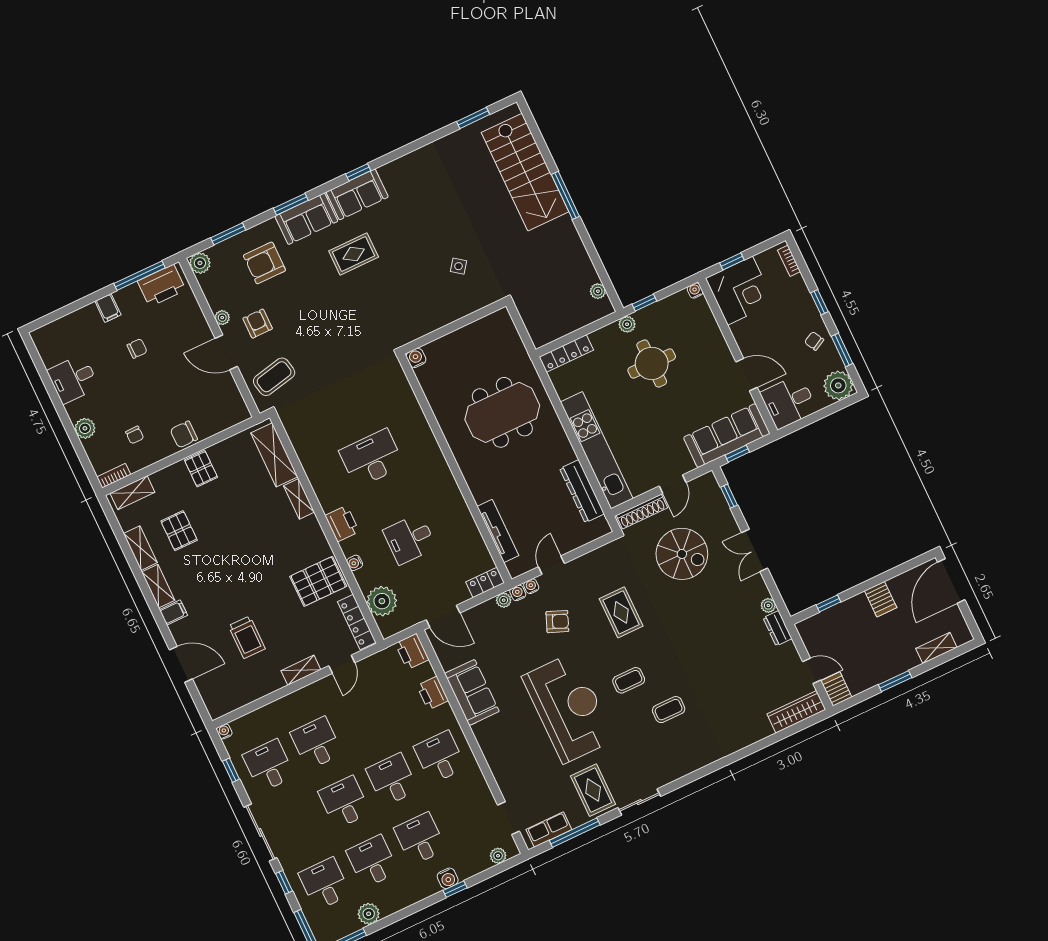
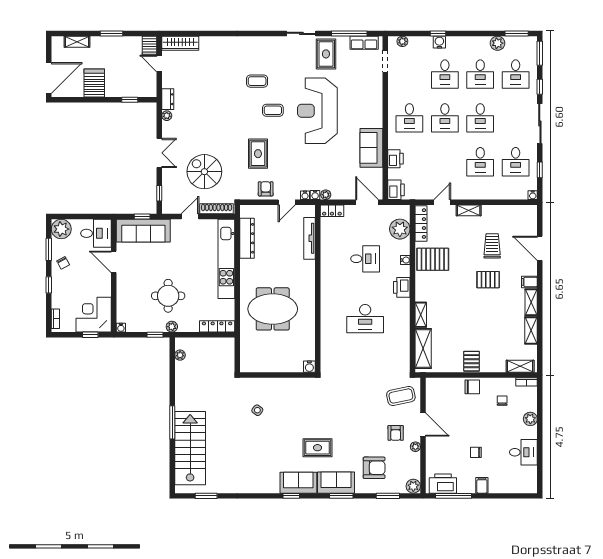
pallet: (179, 531) -> (488, 280), moved, turned 90
server rack: (881, 599) -> (94, 83), width x1.36, depth x1.44
armchair: (557, 622) -> (266, 189), moved, turned 68

